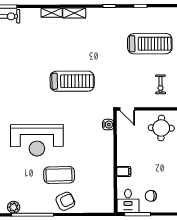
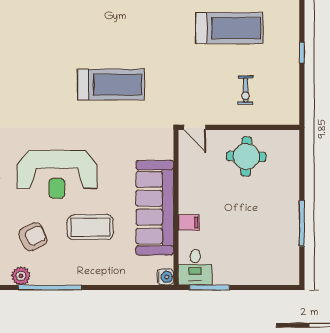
water cooler: (108, 125) -> (165, 277), moved
sofa: (101, 162) -> (155, 208), added
chair: (151, 196) -> (230, 260), removed
armchair: (65, 201) -> (33, 237), moved

